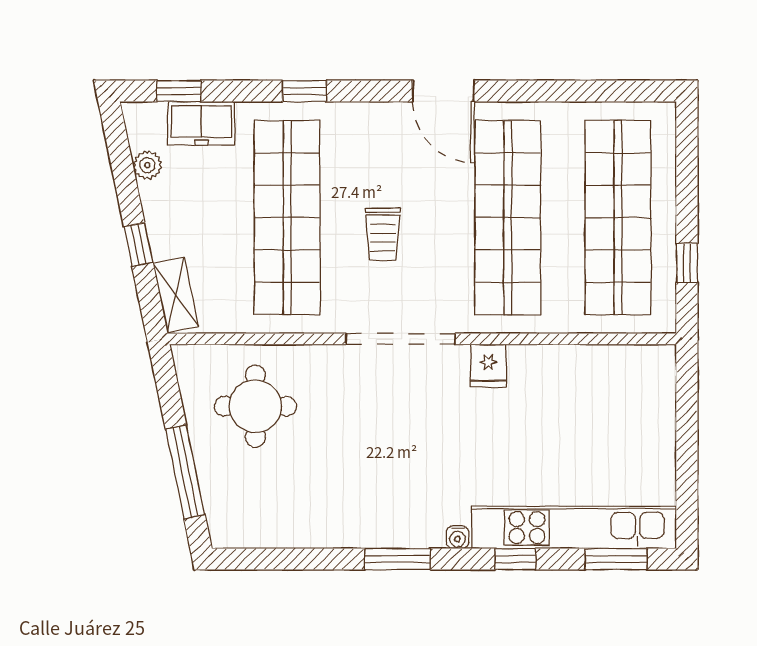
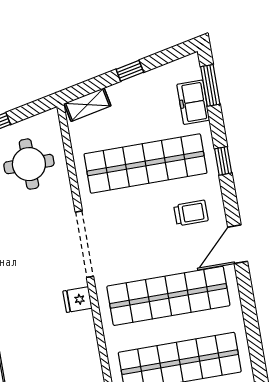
window: (179, 91) -> (210, 85), width x1.50
plant: (147, 165) -> (162, 74), removed
trolley: (383, 234) -> (191, 213), moved, turned 180
window: (138, 244) -> (130, 71), moved

